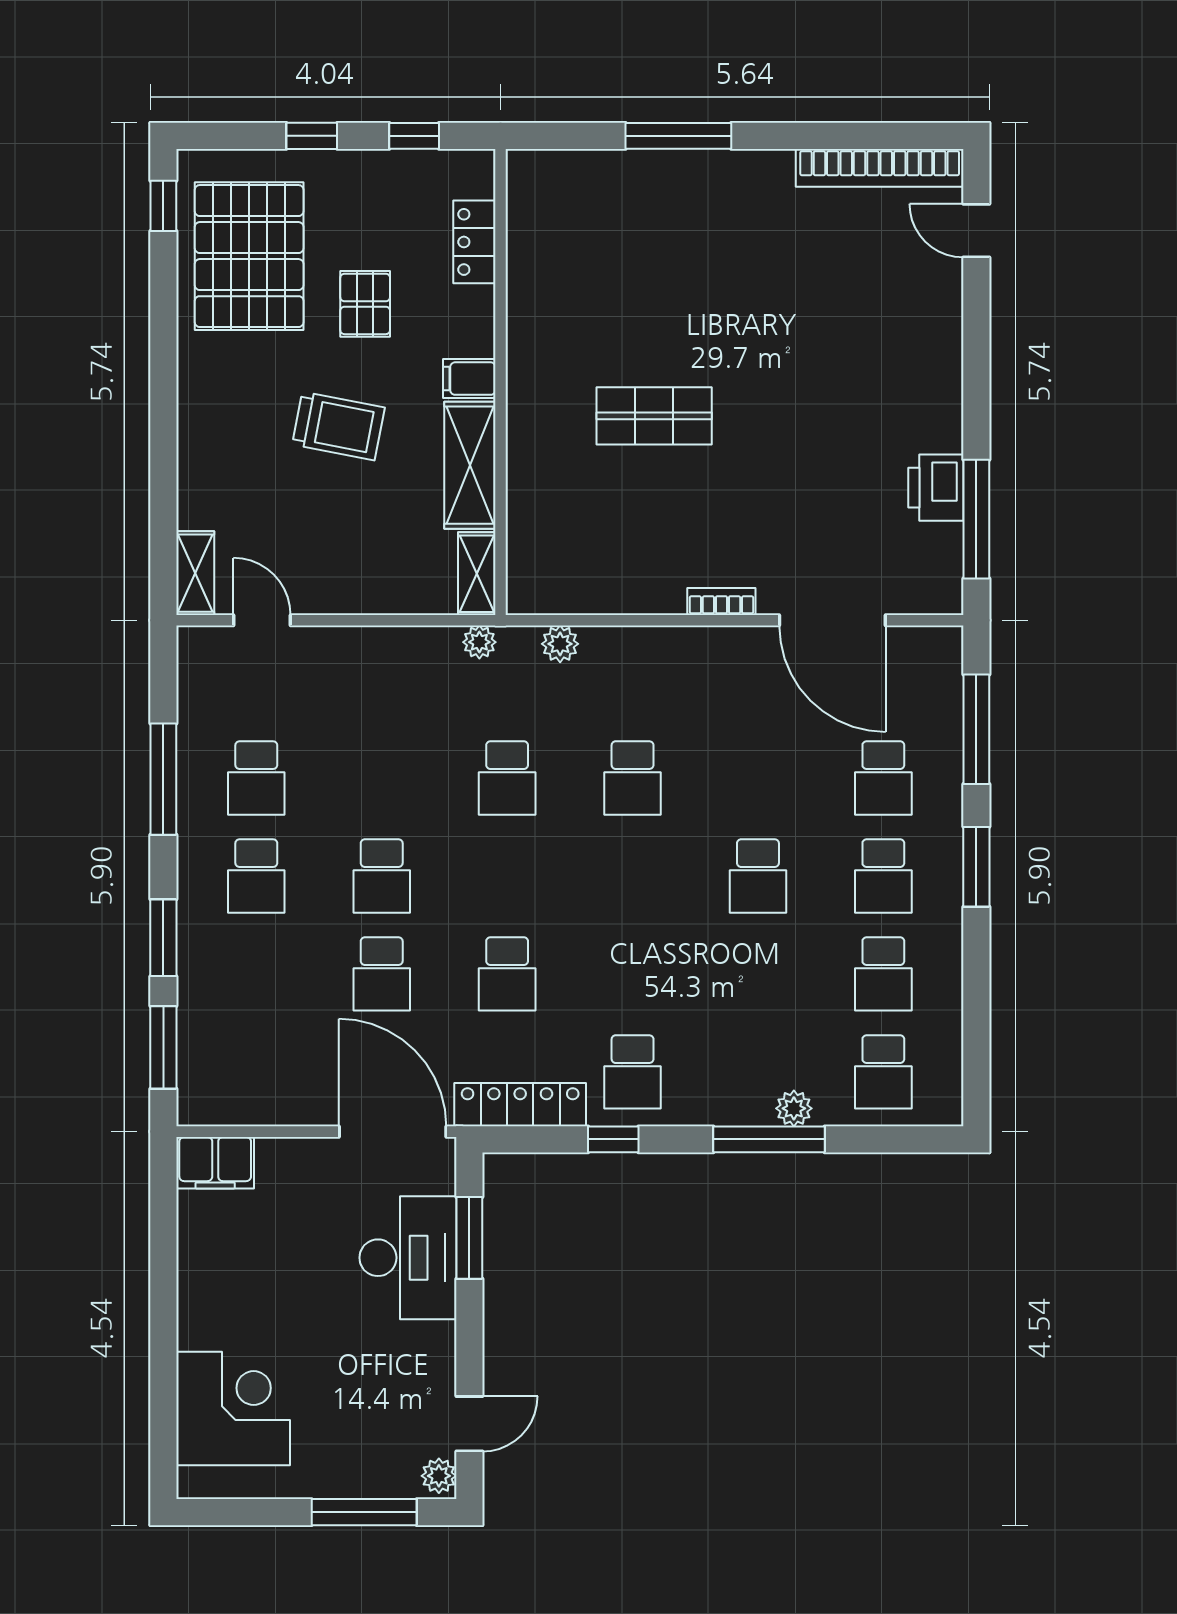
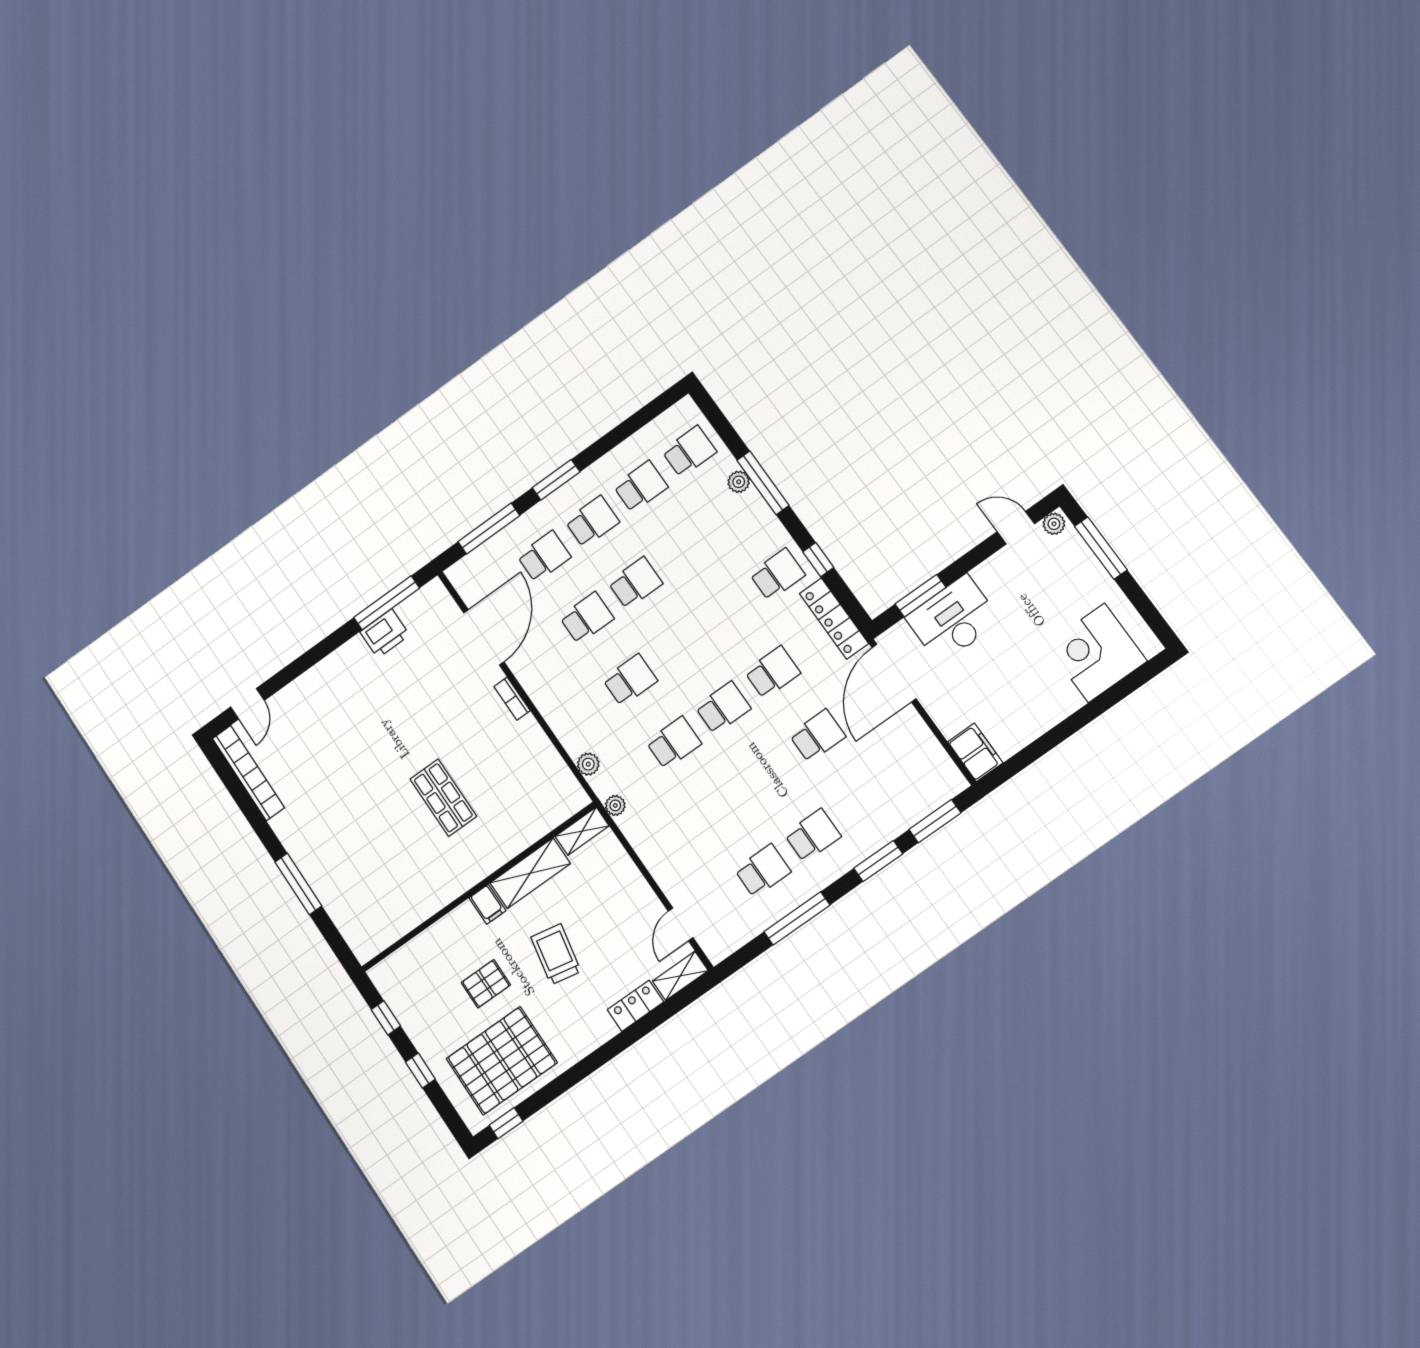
locker: (474, 242) -> (636, 1006), moved, turned 180
school desk: (758, 778) -> (587, 618), added
school desk: (382, 876) -> (723, 708), moved

